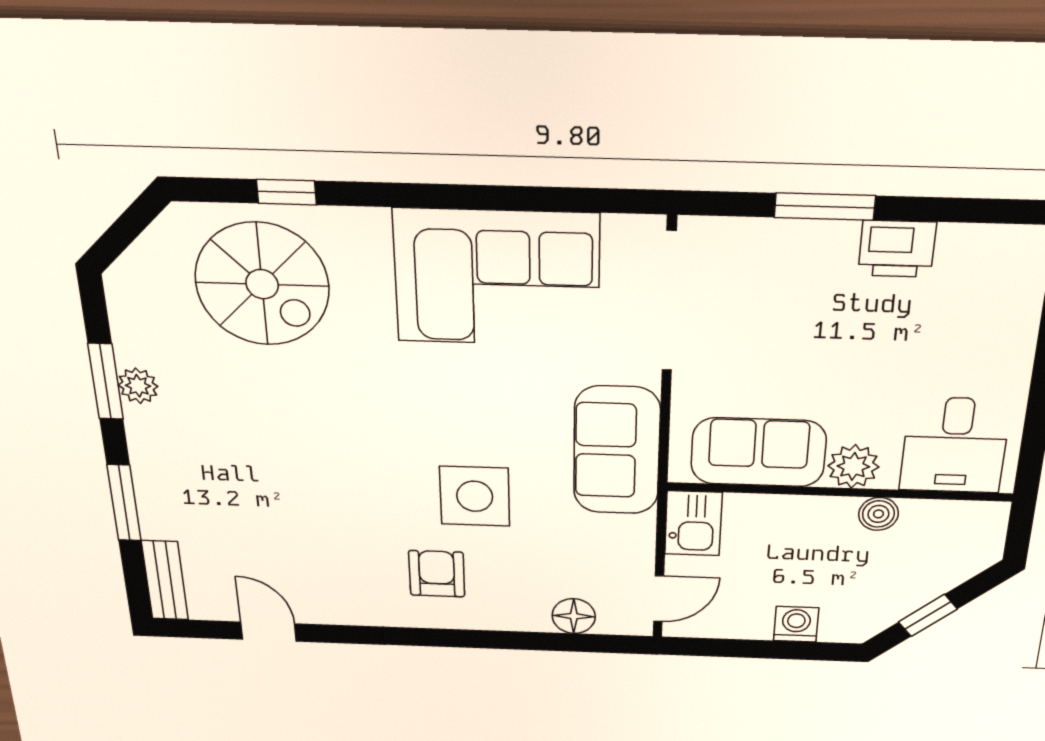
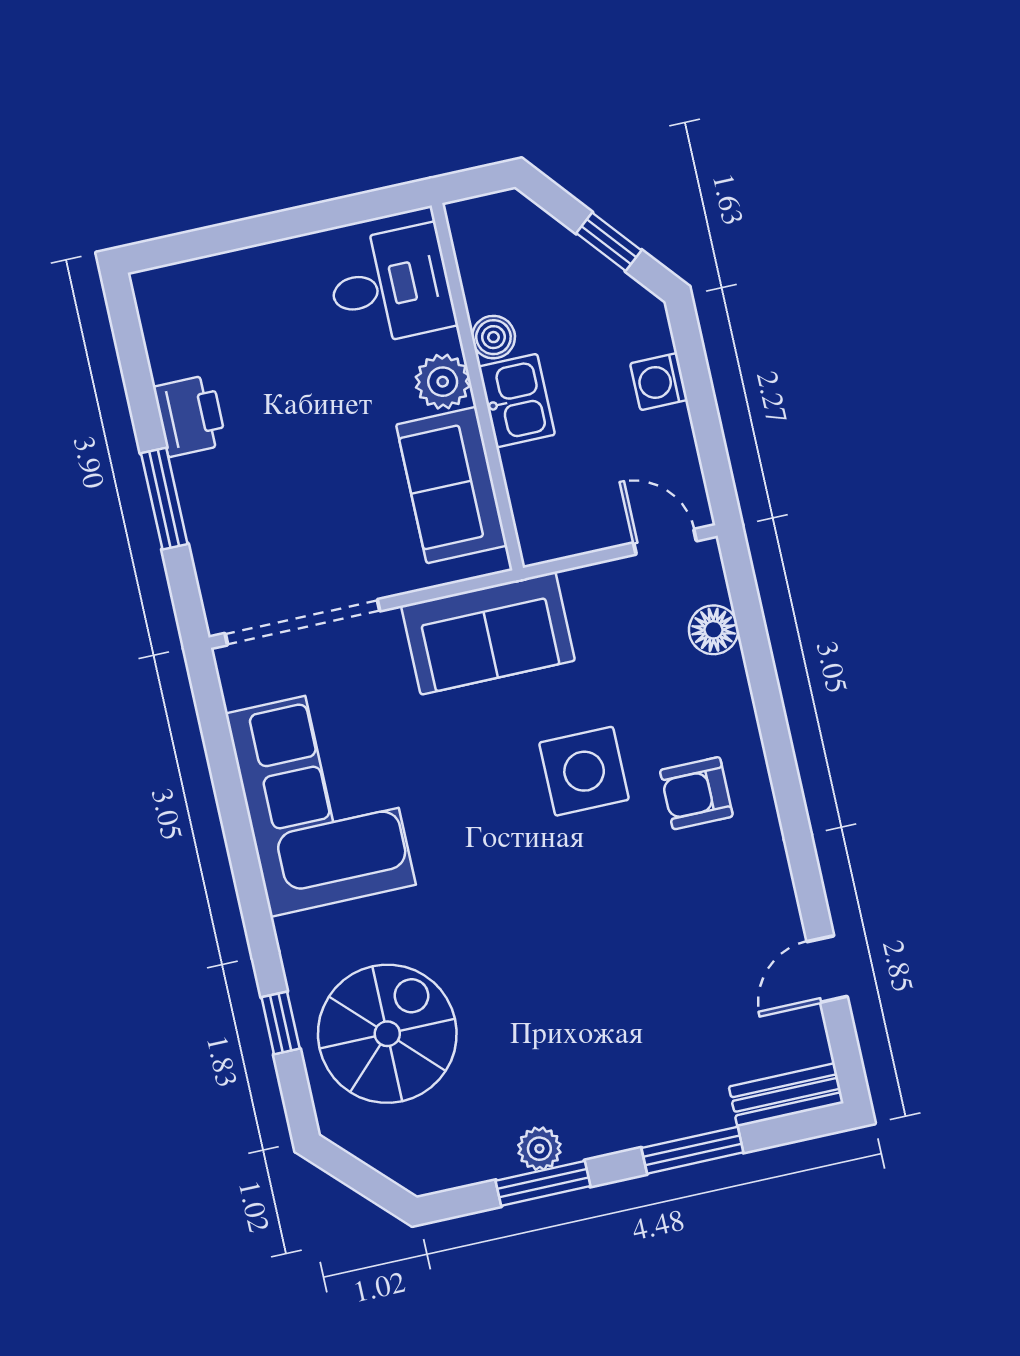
kitchen sink: (693, 523) -> (517, 401), moved, turned 90

